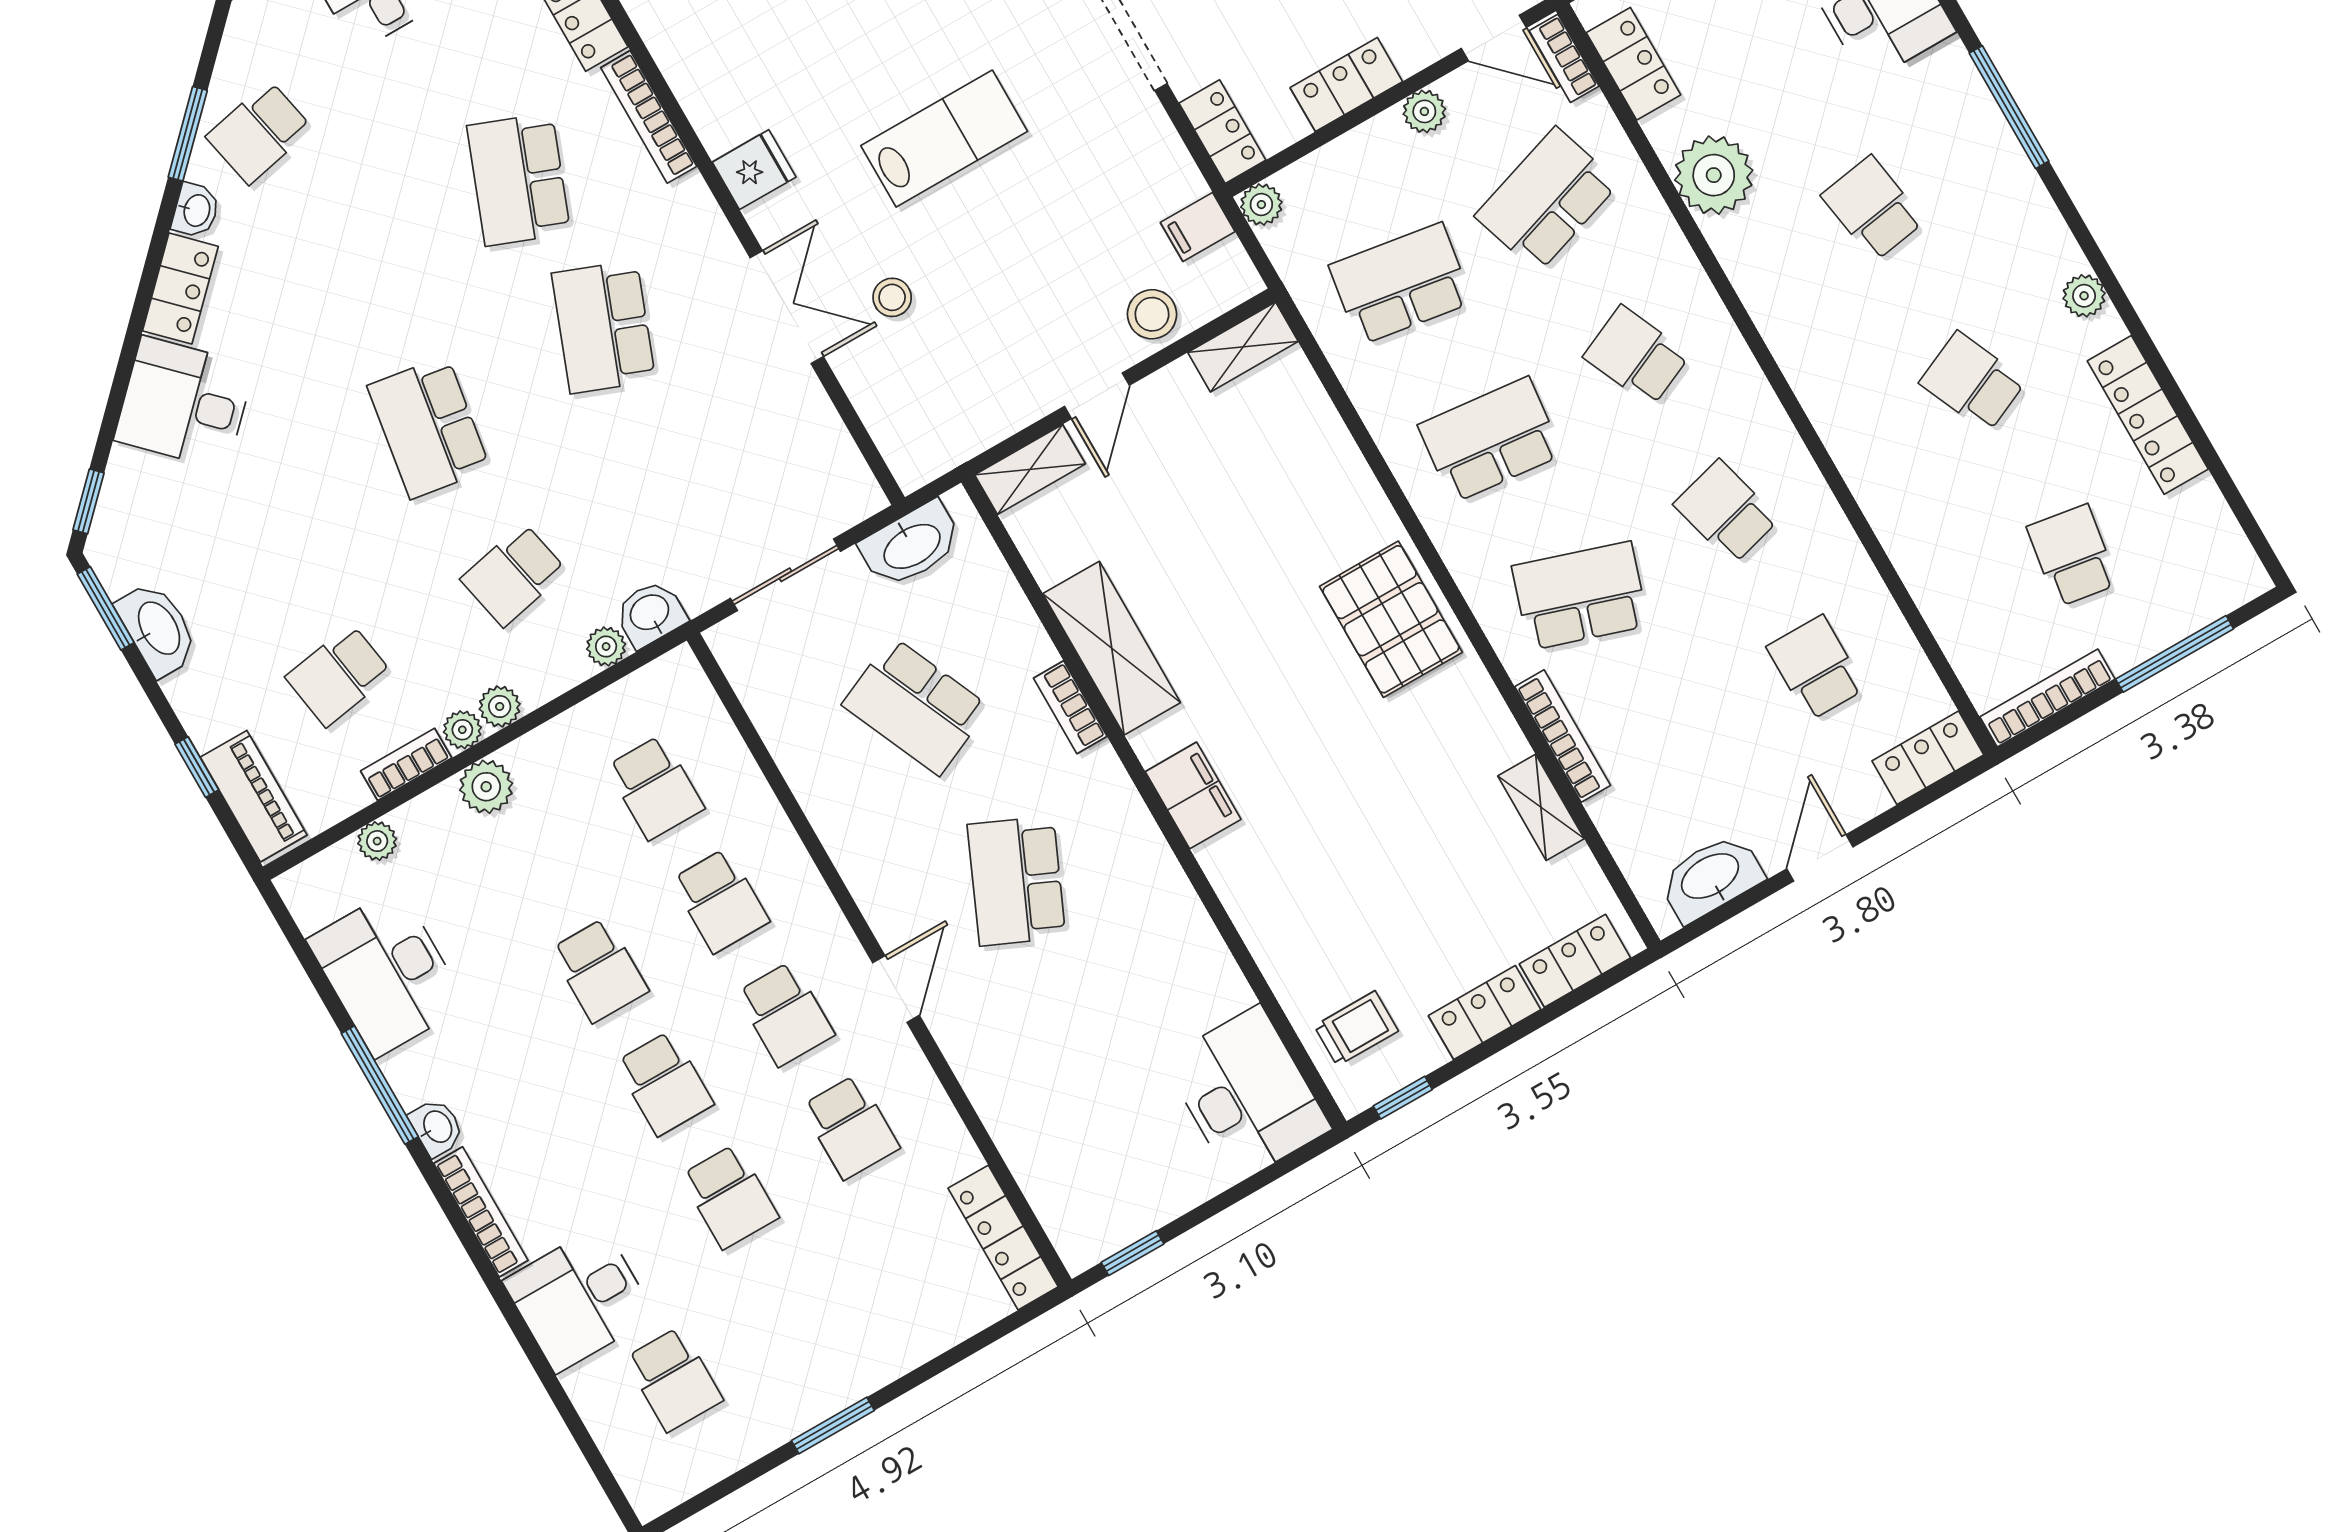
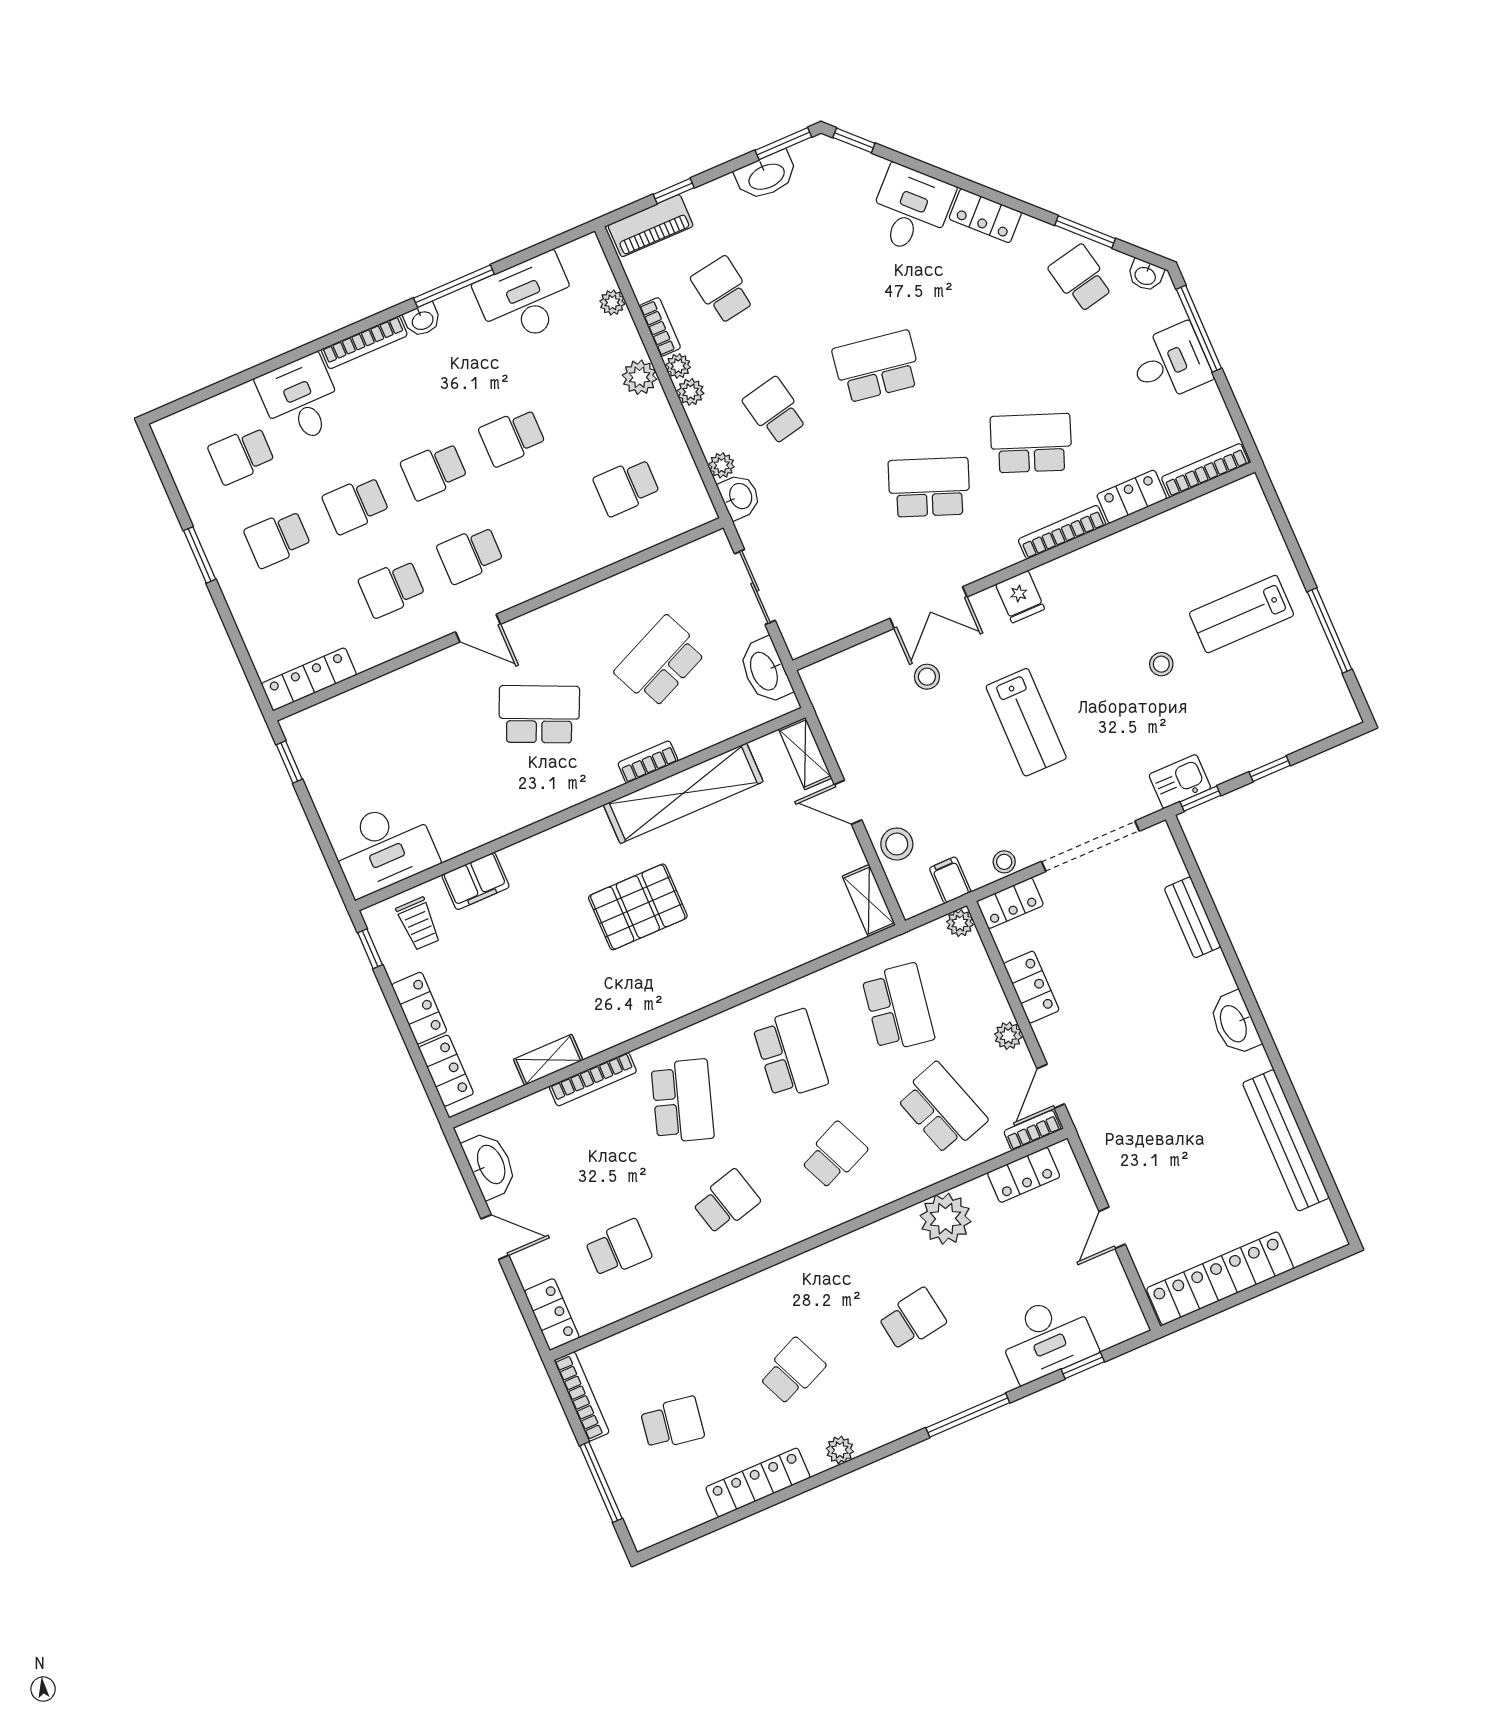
stool: (1161, 148) -> (1004, 862), added
washbasin: (196, 210) -> (1145, 275), moved
pallet: (1391, 619) -> (638, 907), moved
shelving: (1112, 648) -> (683, 793), width x1.47
filing cabinet: (1193, 795) -> (475, 881), moved
school desk: (720, 901) -> (277, 539), moved

